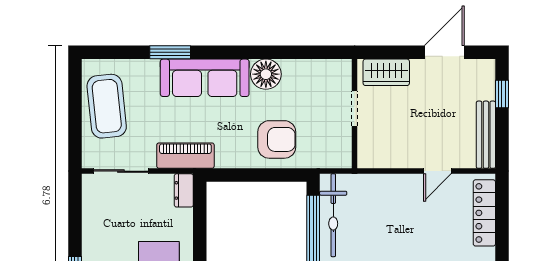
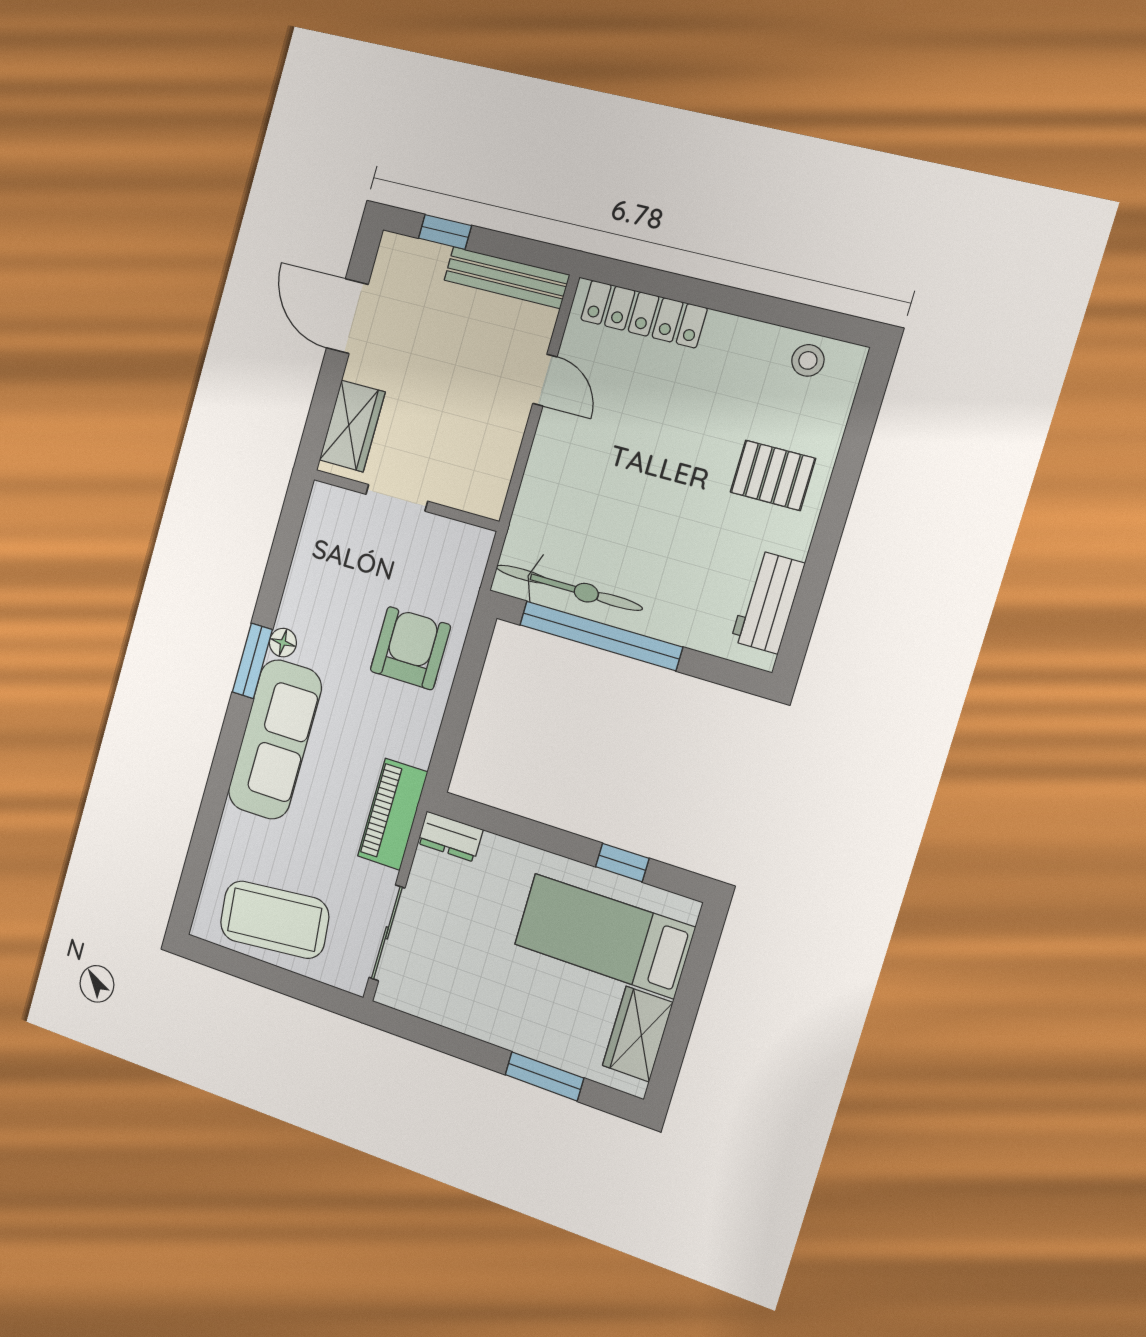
window: (170, 52) -> (252, 661), moved
floor lamp: (266, 74) -> (283, 643), width x0.53, depth x0.53

